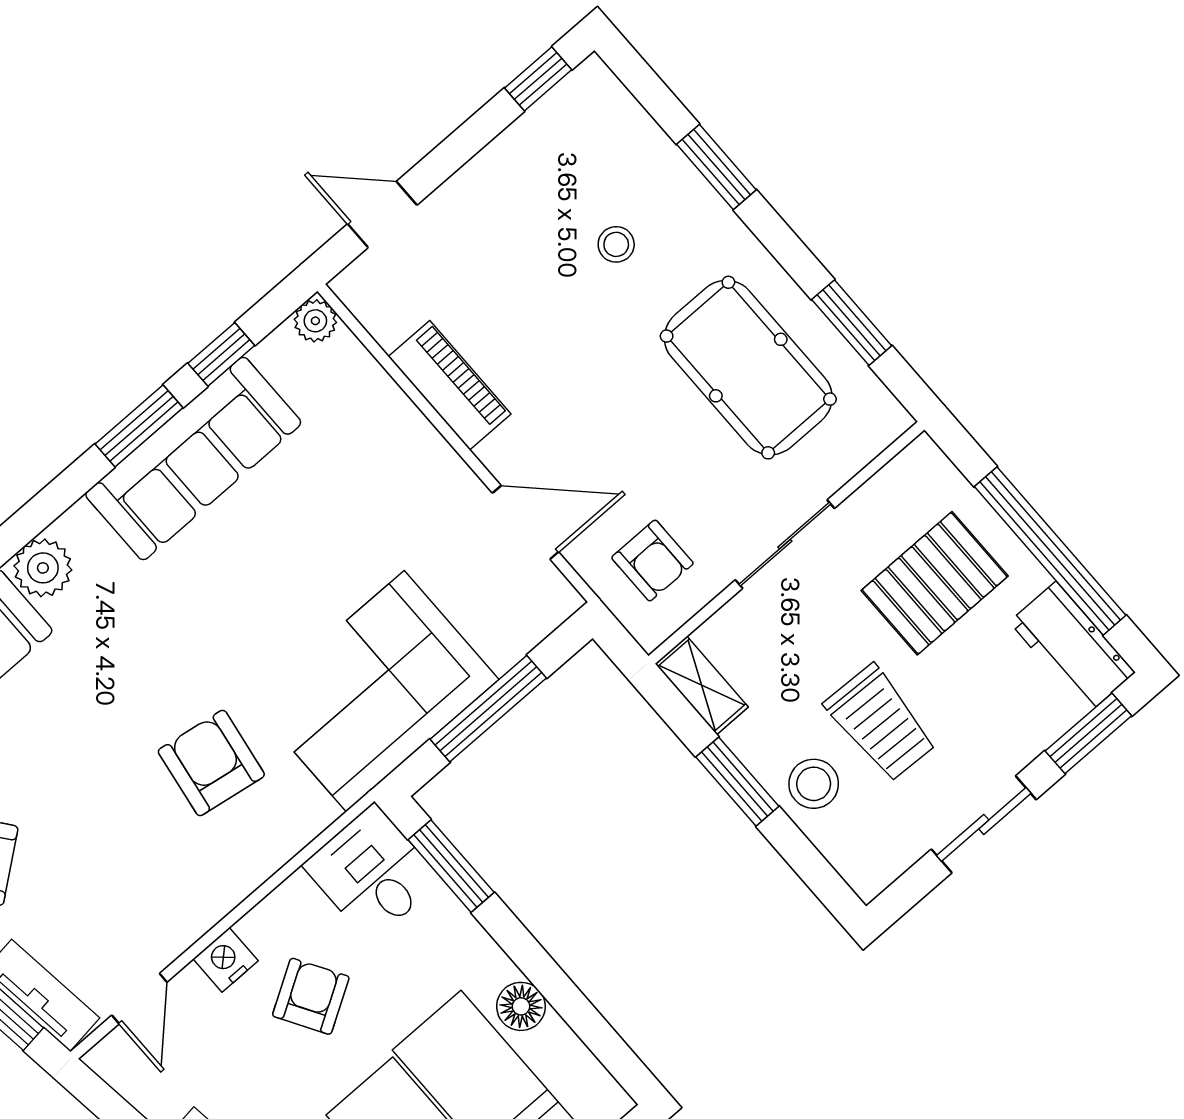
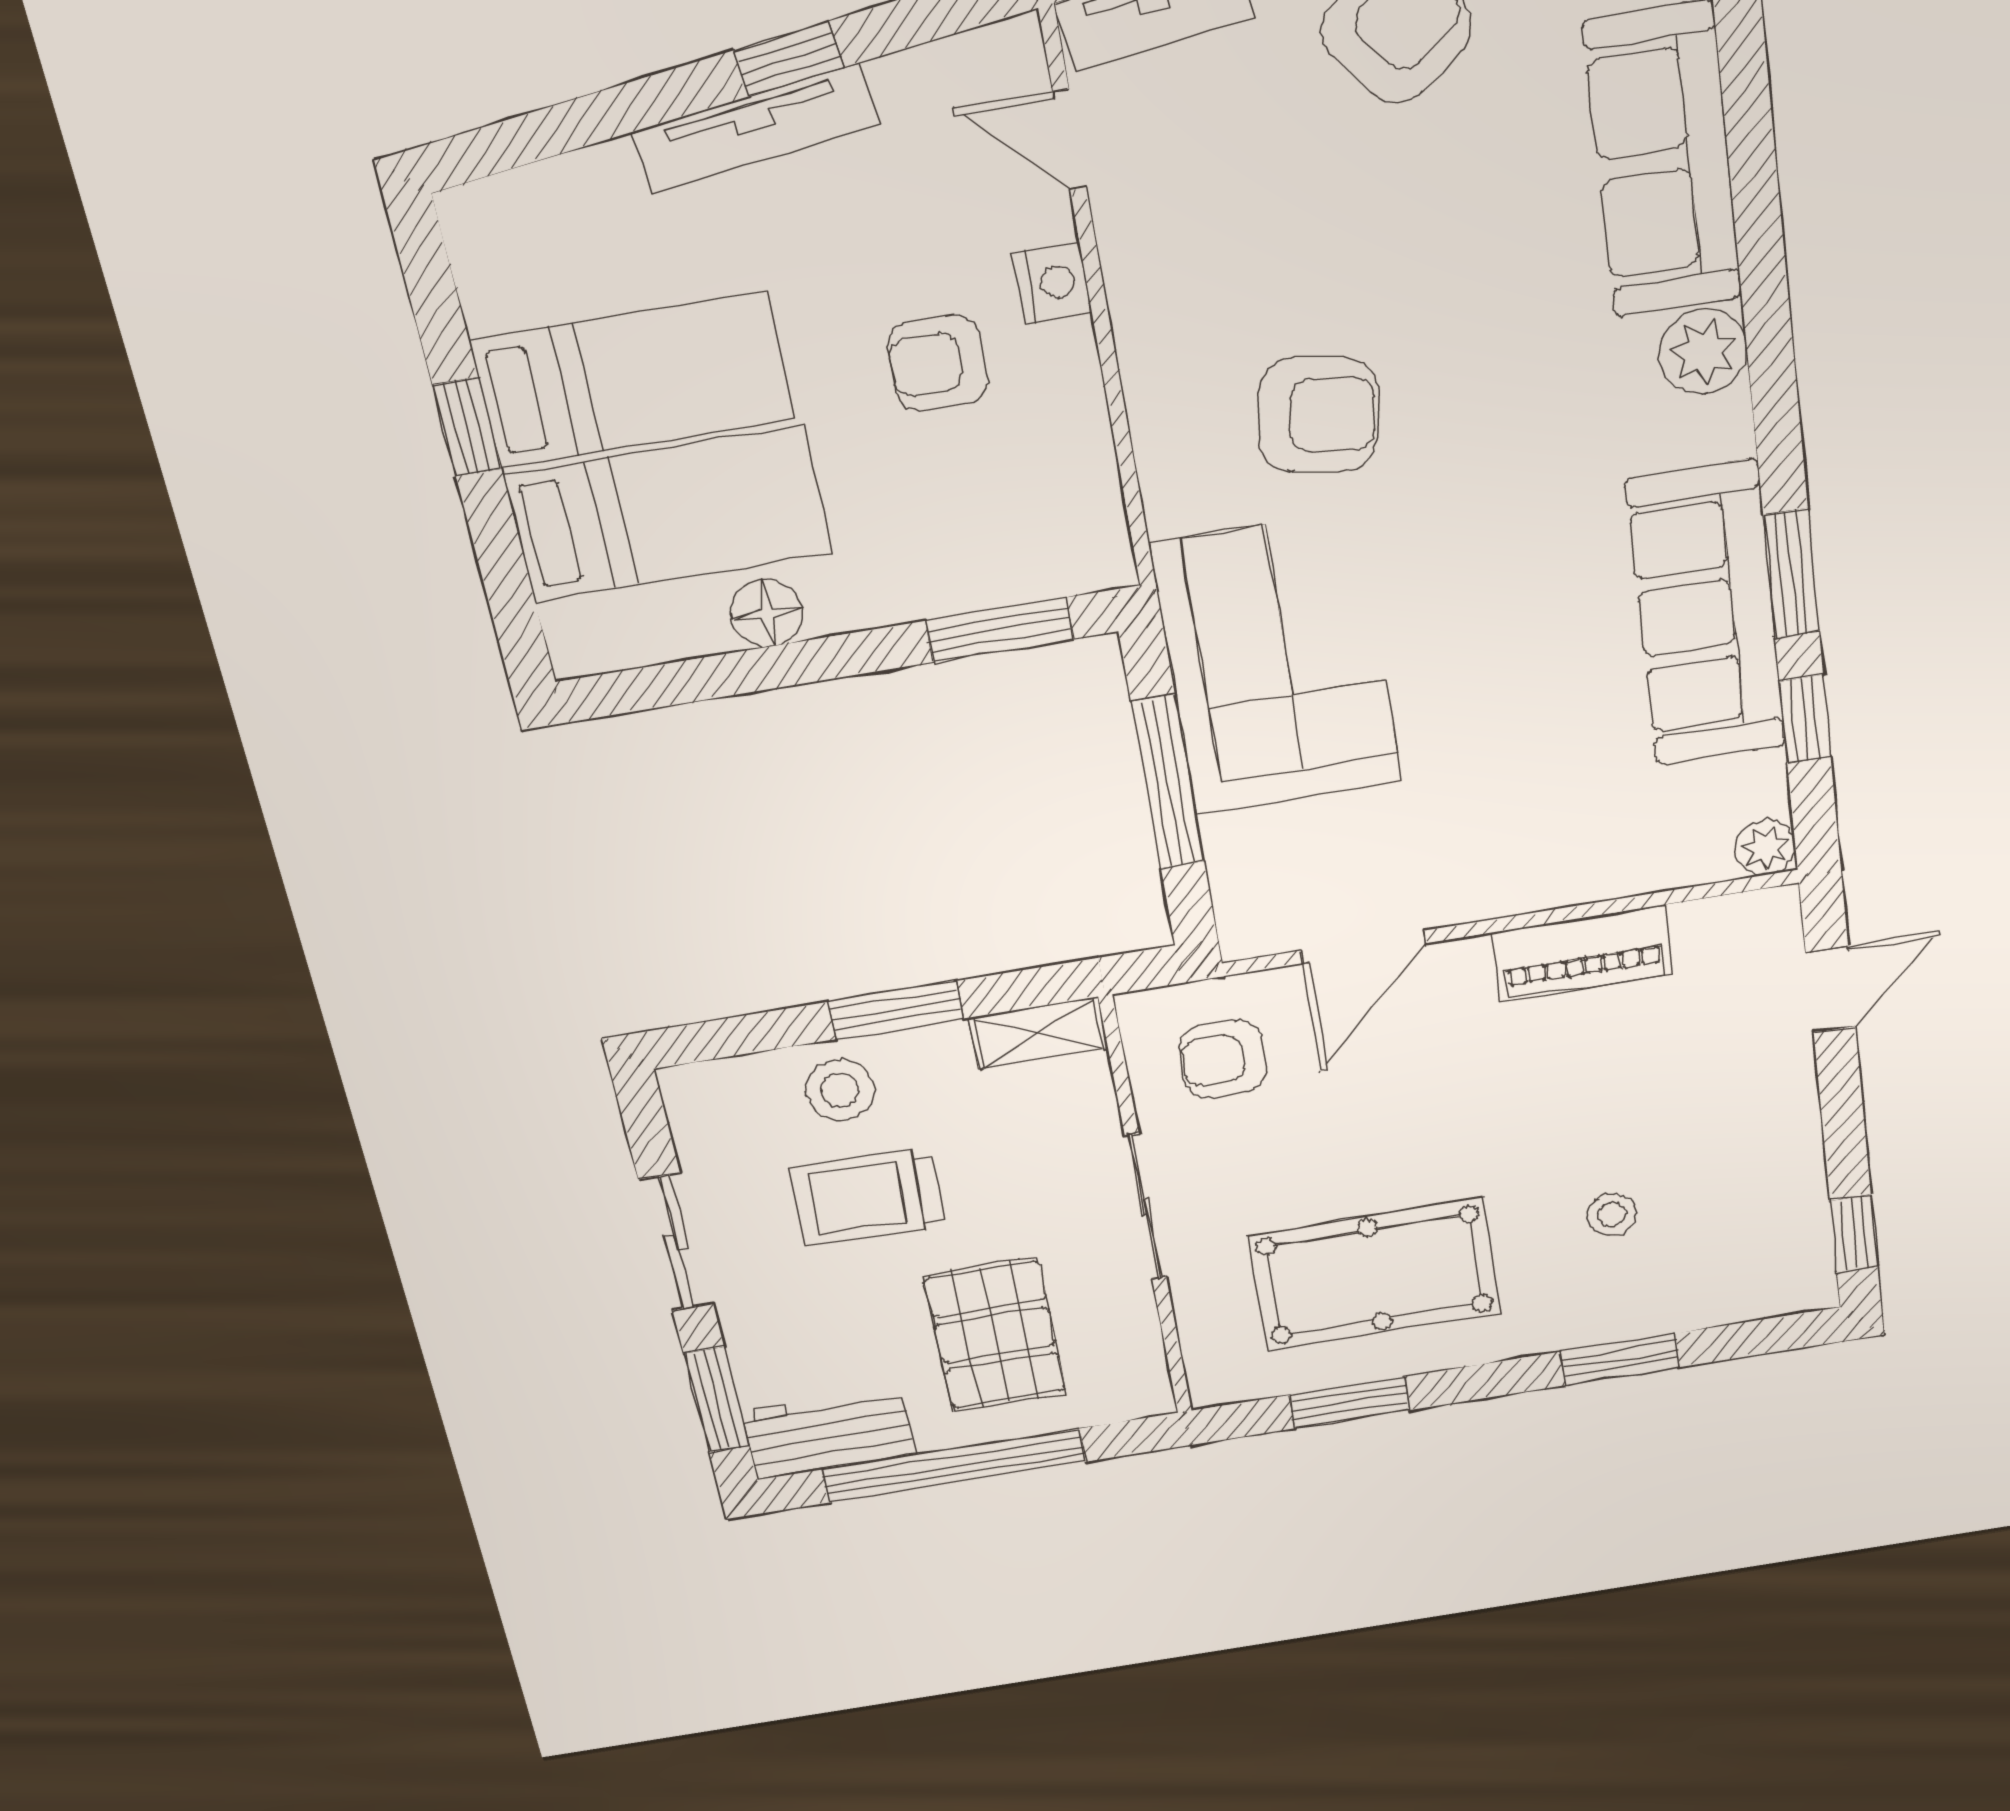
desk: (372, 873) -> (1051, 531), removed
armchair: (311, 996) -> (937, 363), turned 121

